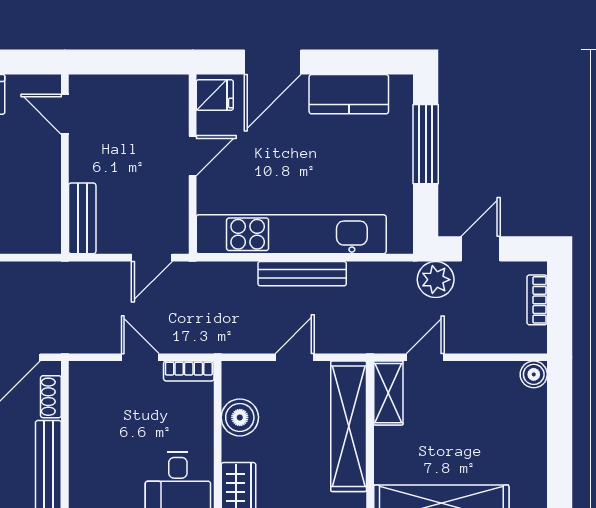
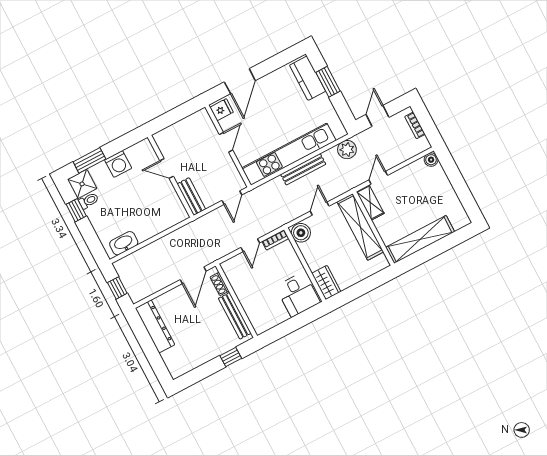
kitchen counter: (349, 94) -> (308, 78), moved, turned 90
door: (65, 114) -> (167, 168), moved
window: (426, 144) -> (328, 82), width x0.69
plant: (436, 280) -> (347, 150), moved
door: (140, 357) -> (250, 245), swing flipped
boiler: (240, 417) -> (301, 233), moved

